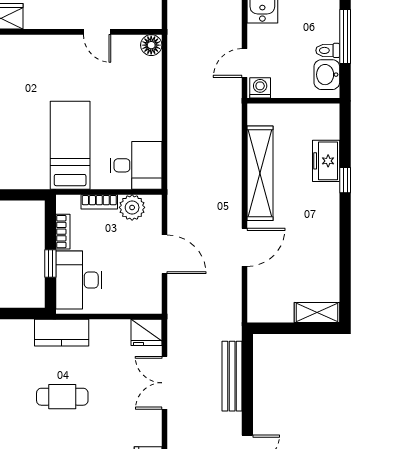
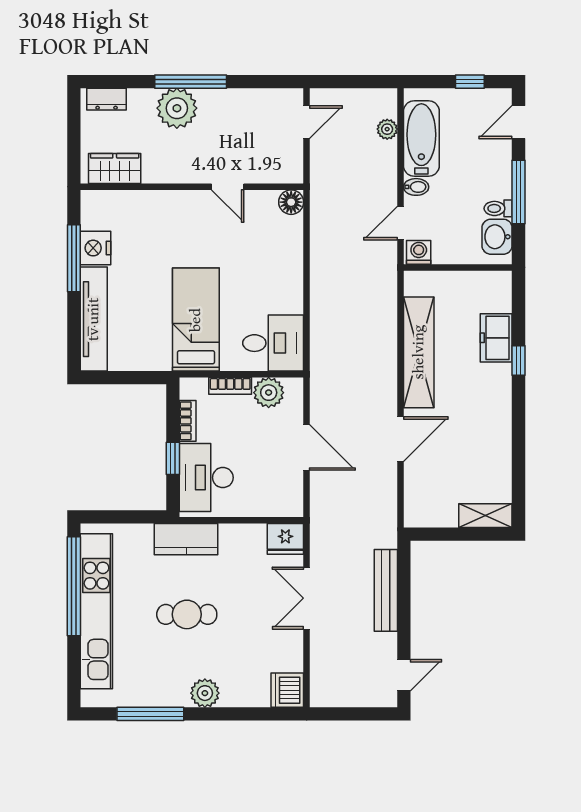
bidet: (258, 32) -> (416, 187), added

